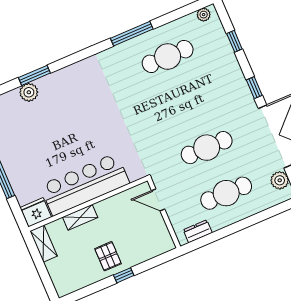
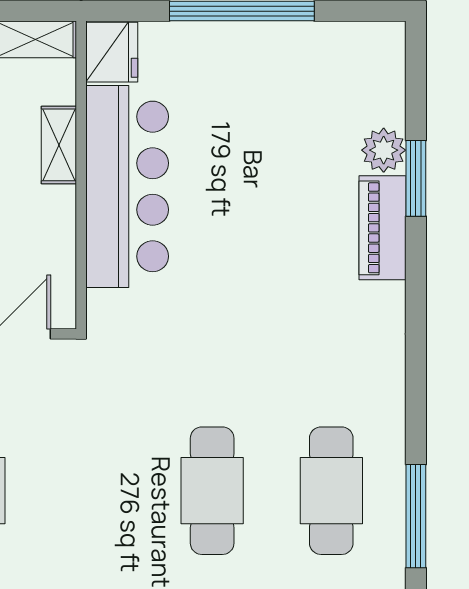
window: (132, 34) -> (416, 516), moved
piano: (59, 80) -> (383, 228), added
cafe table: (207, 148) -> (212, 491), moved

